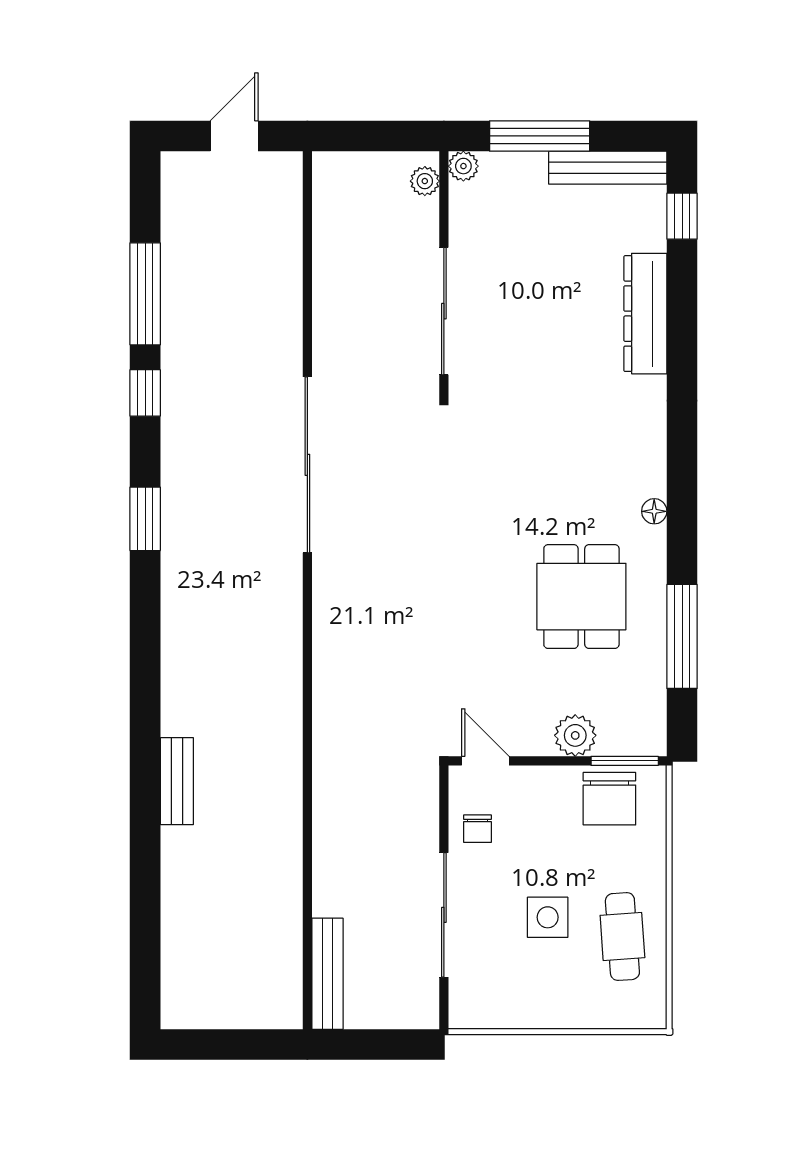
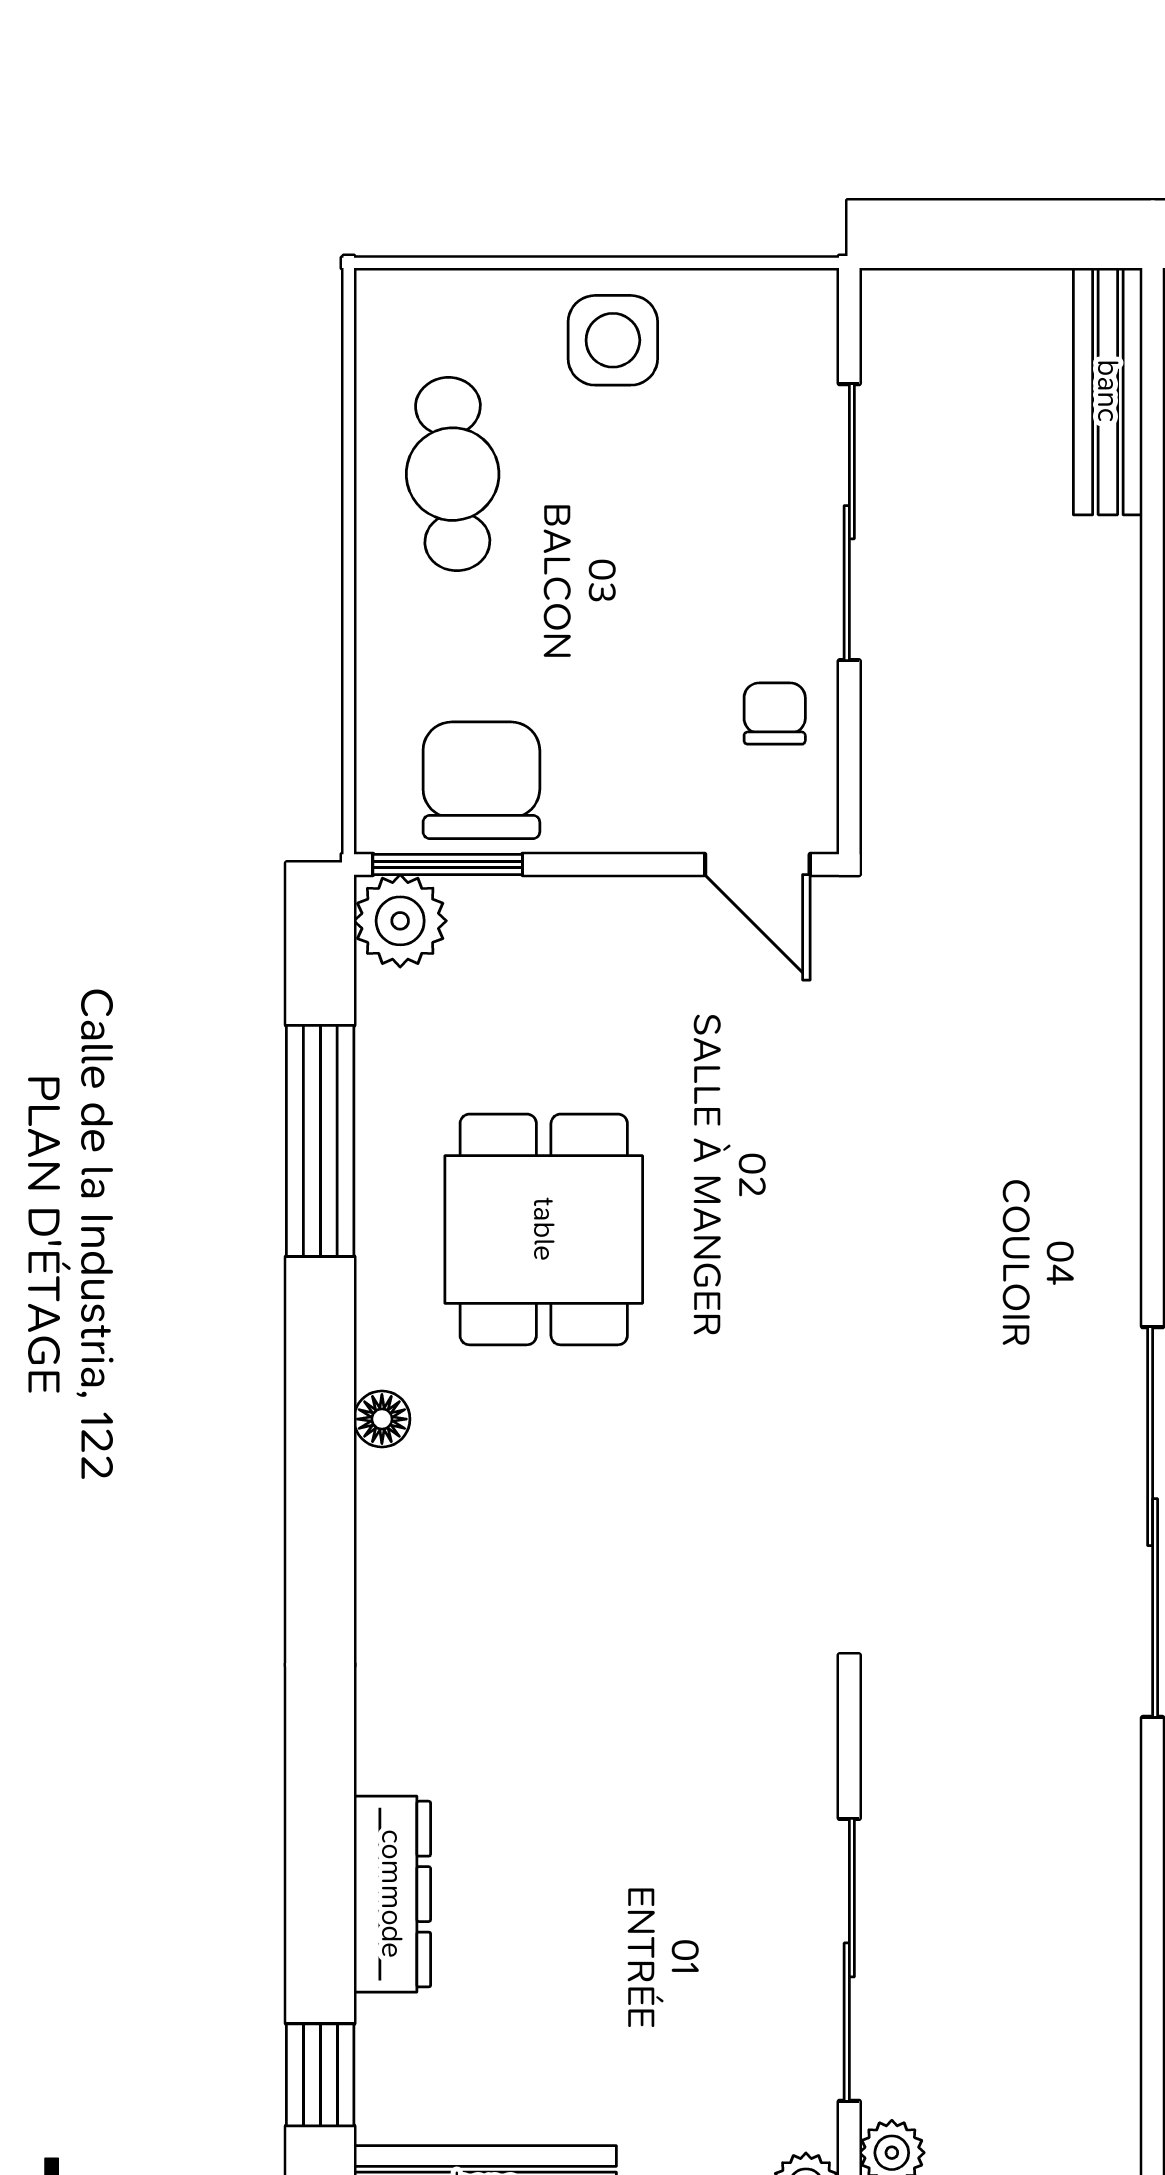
sliding door: (444, 311) -> (849, 1960), moved
dresser: (645, 314) -> (392, 1894), width x0.73, depth x0.80
plant: (575, 735) -> (400, 921), moved
side table: (548, 917) -> (613, 340), moved

